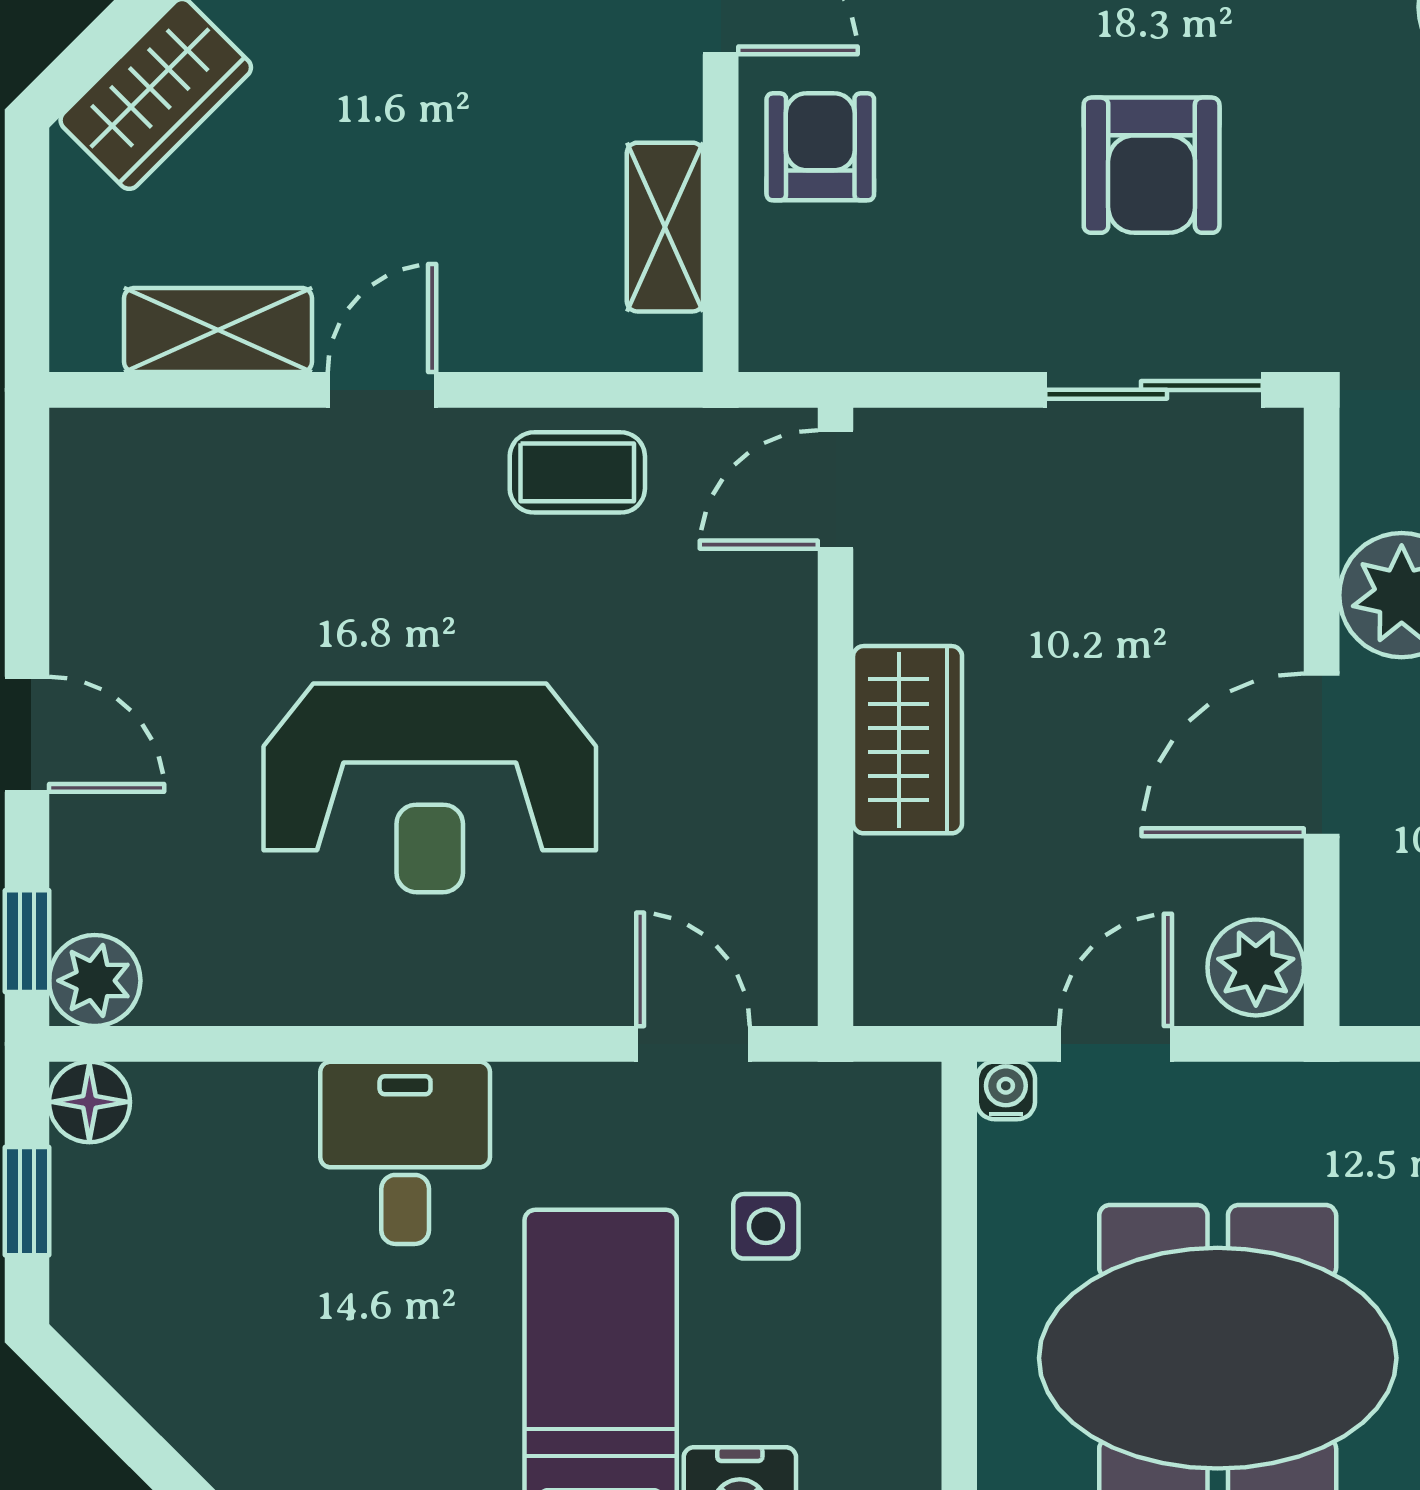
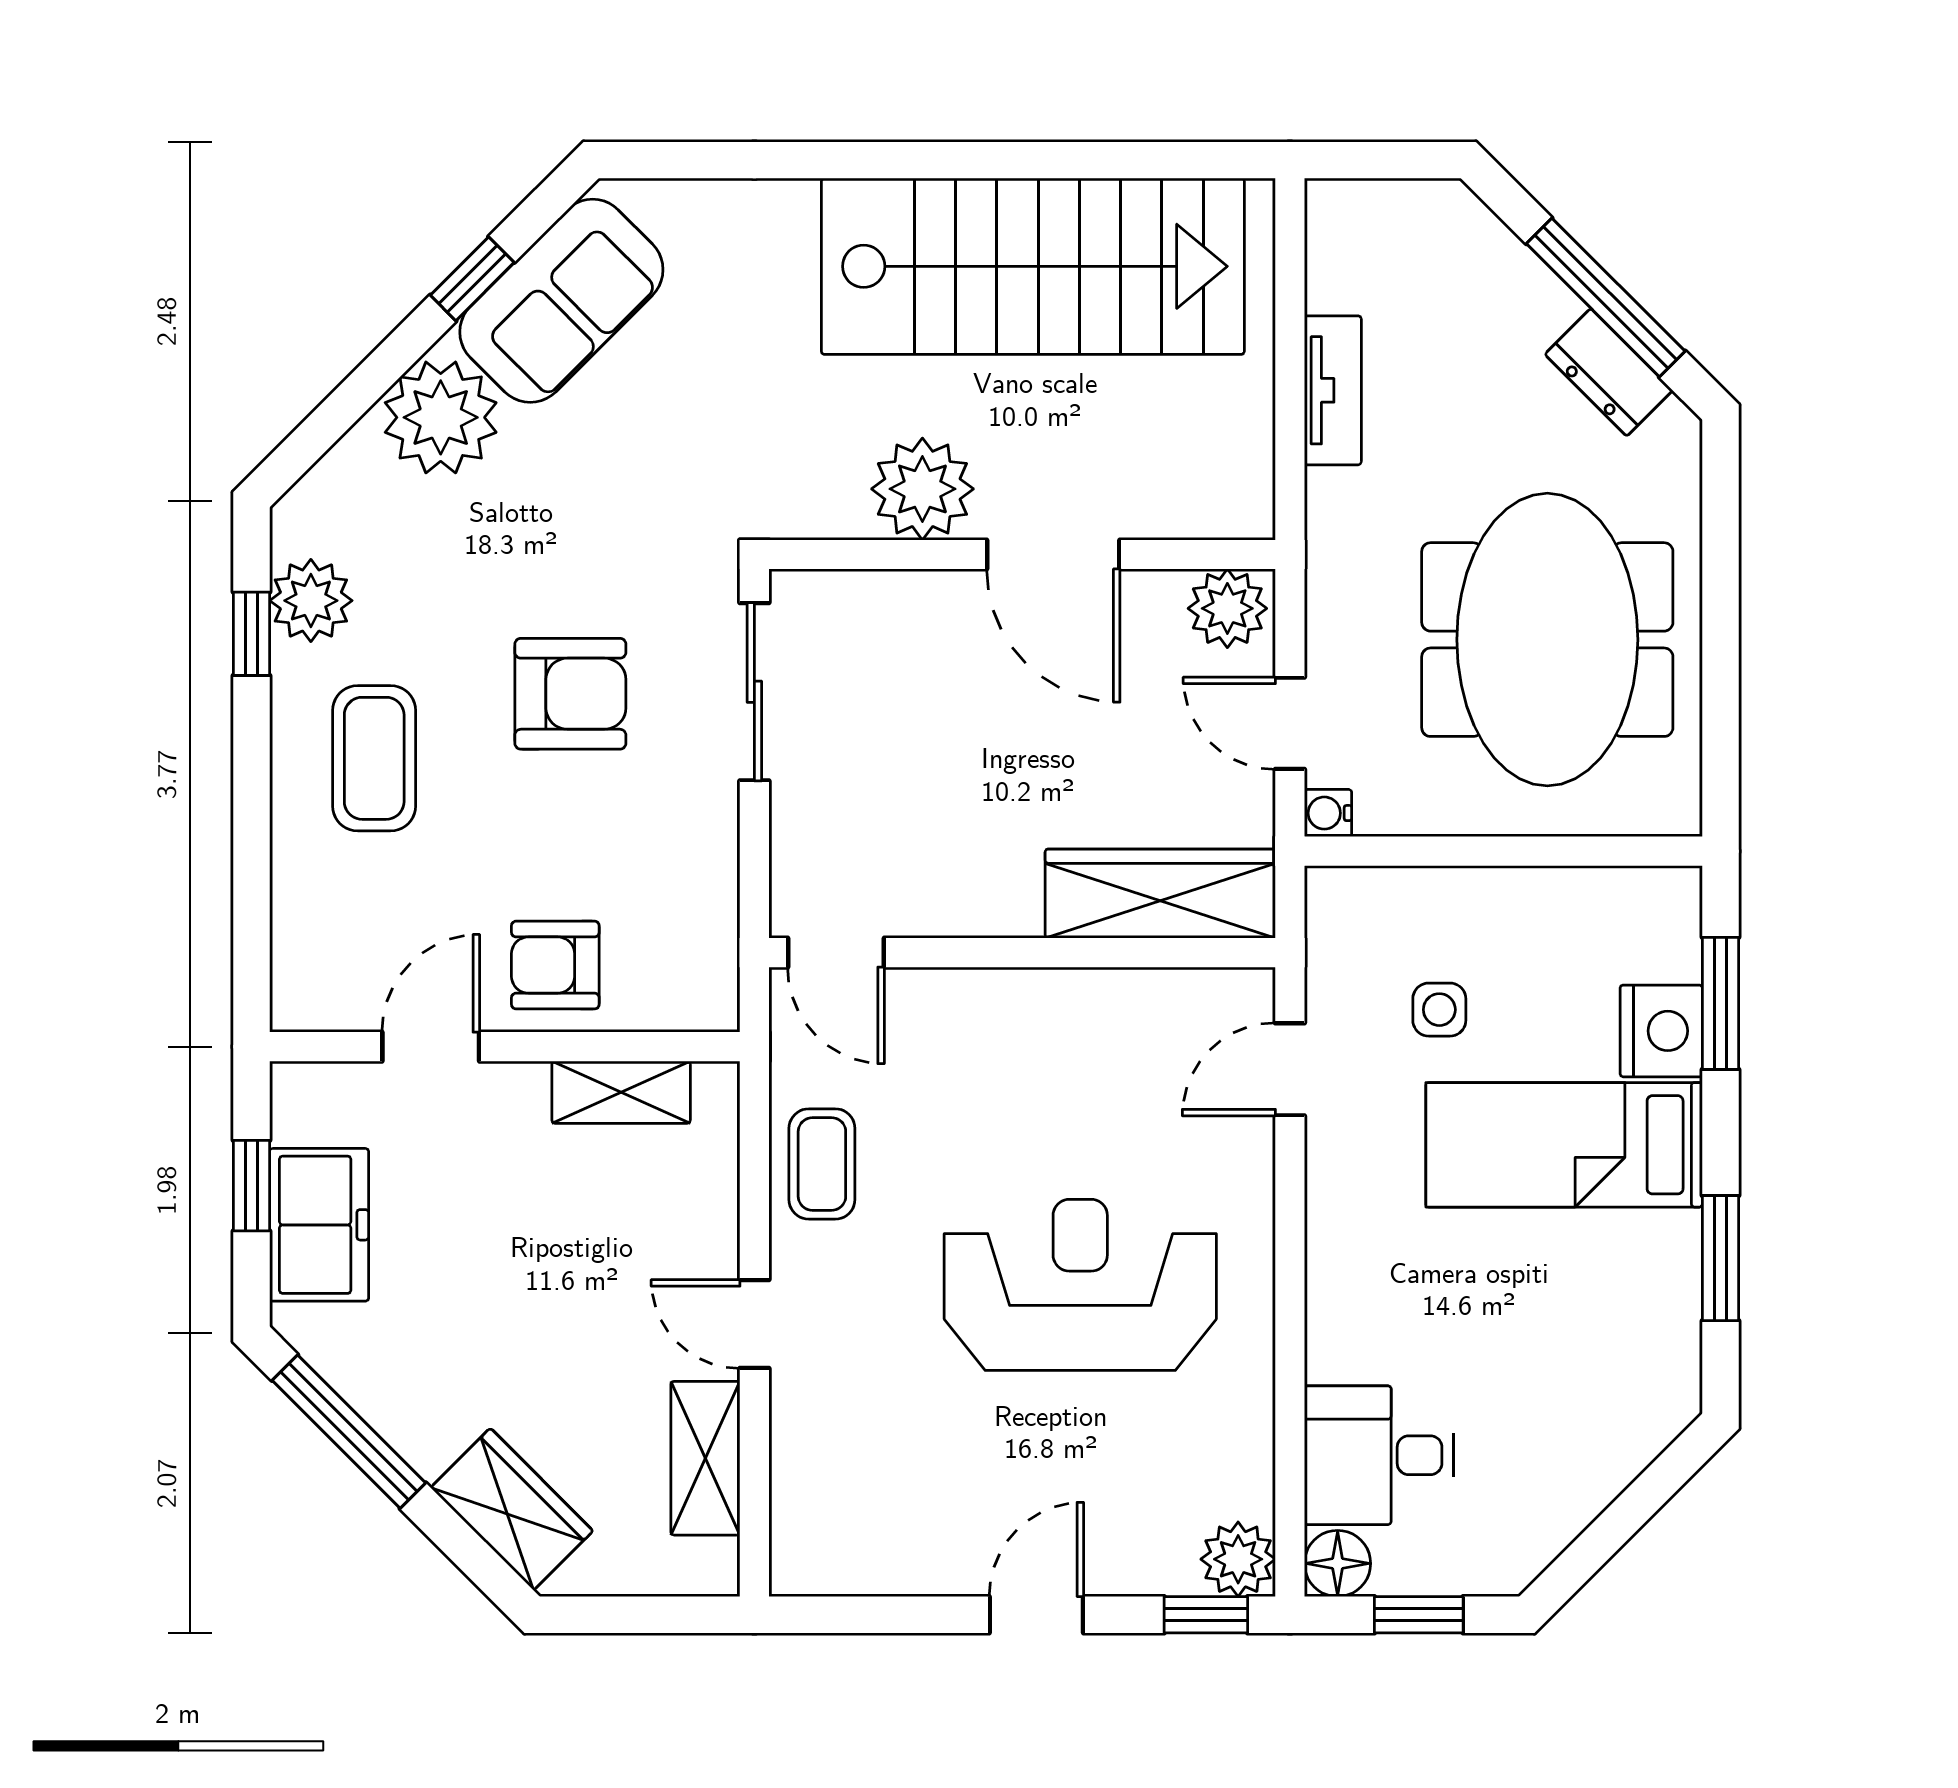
wardrobe: (908, 740) -> (1160, 894), moved, width x1.50
reception desk: (430, 788) -> (1080, 1285), turned -90
desk: (405, 1153) -> (1379, 1455), moved

